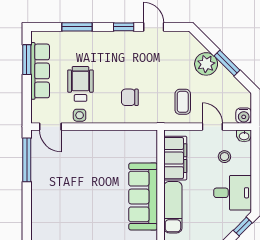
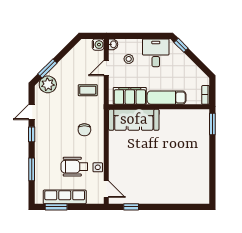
window: (227, 63) -> (47, 68), moved
plant: (206, 64) -> (48, 84), moved
door: (50, 127) -> (106, 189), hinge flipped
window: (27, 160) -> (131, 207), width x0.46
sofa: (143, 196) -> (134, 120), moved

